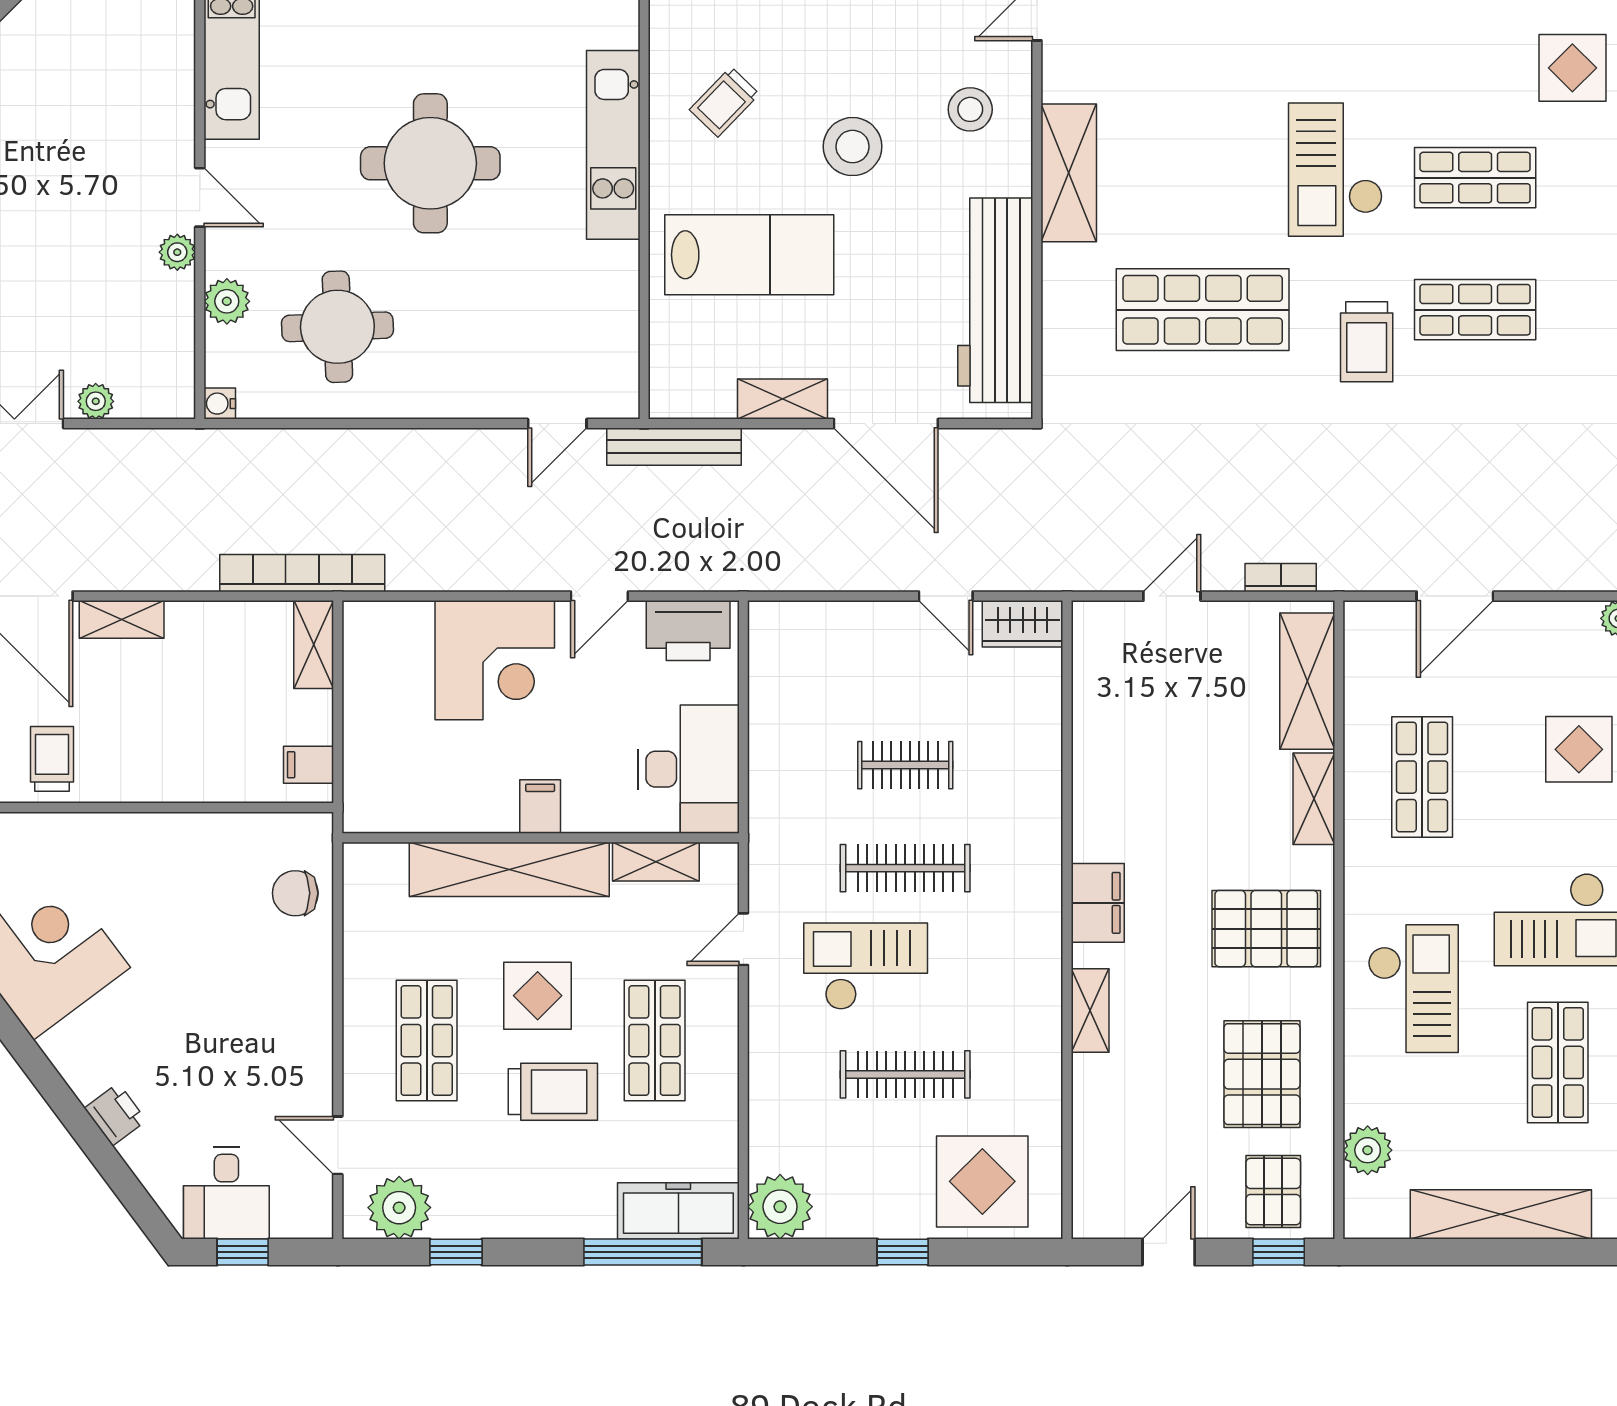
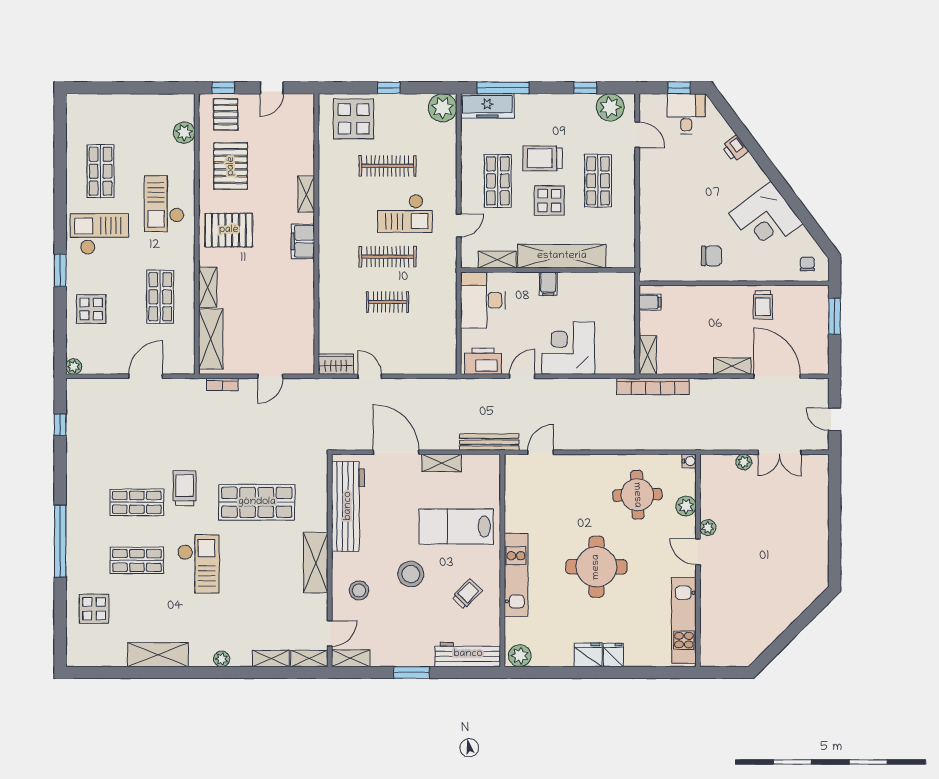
chair: (295, 893) -> (712, 256), moved
shelving: (1501, 1214) -> (126, 104), removed

